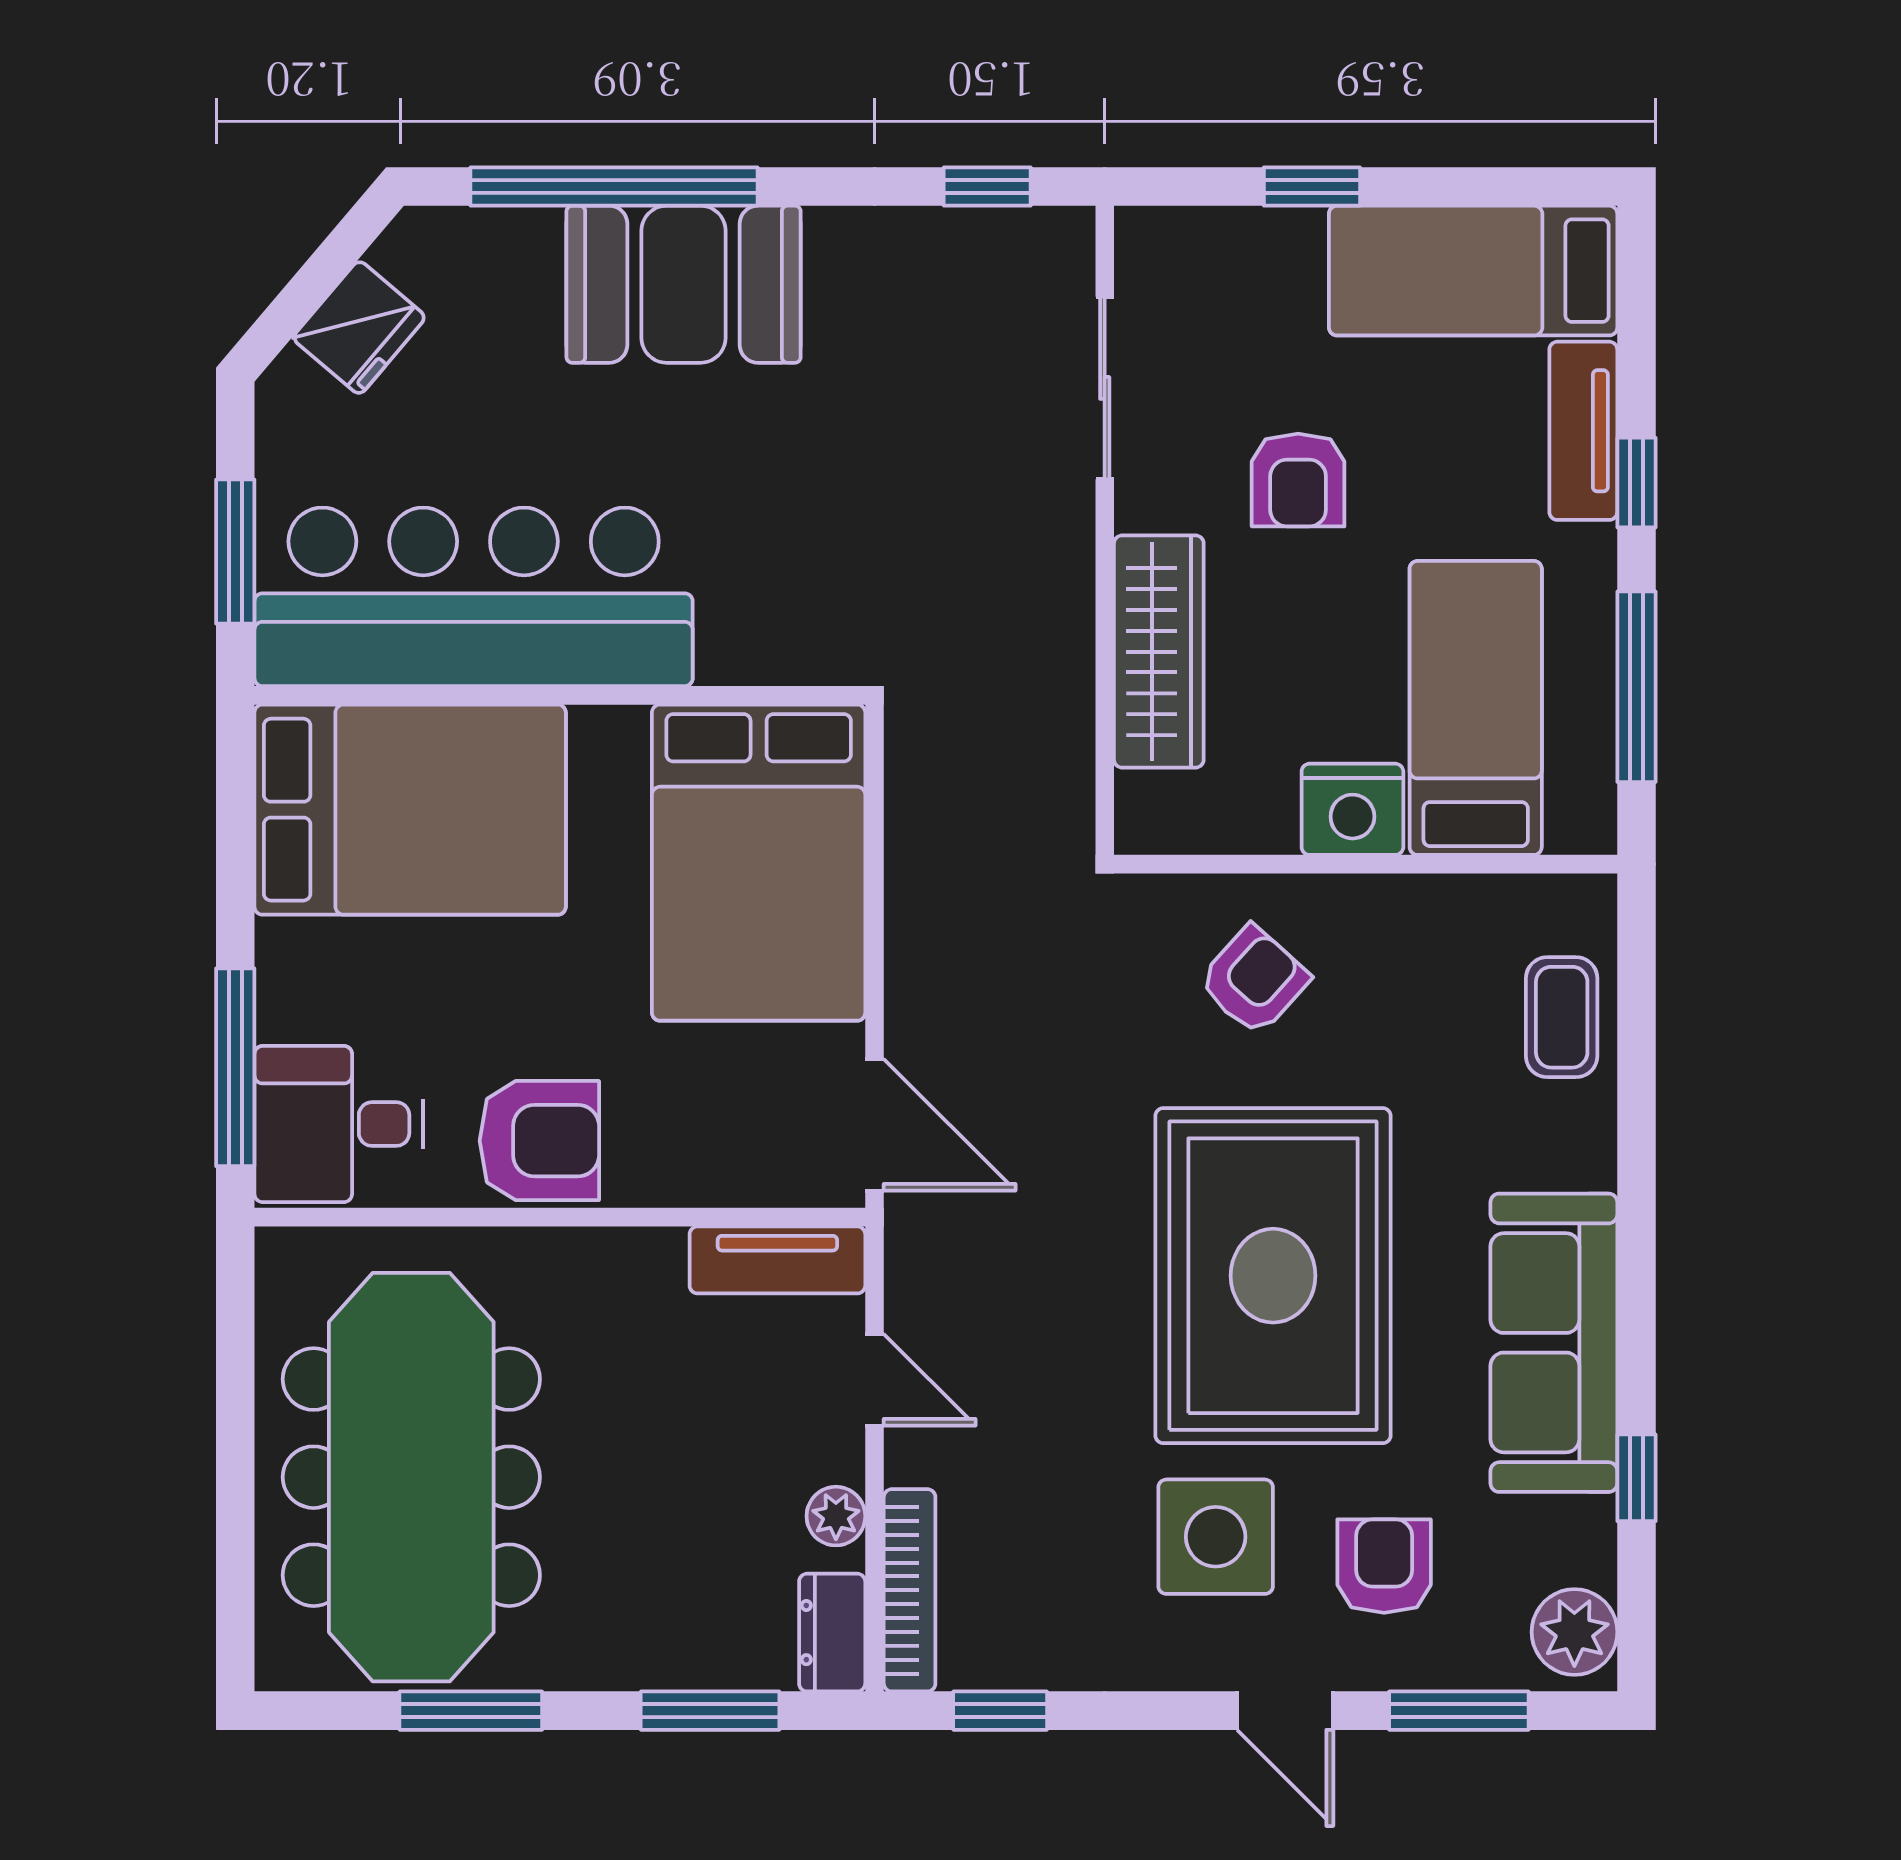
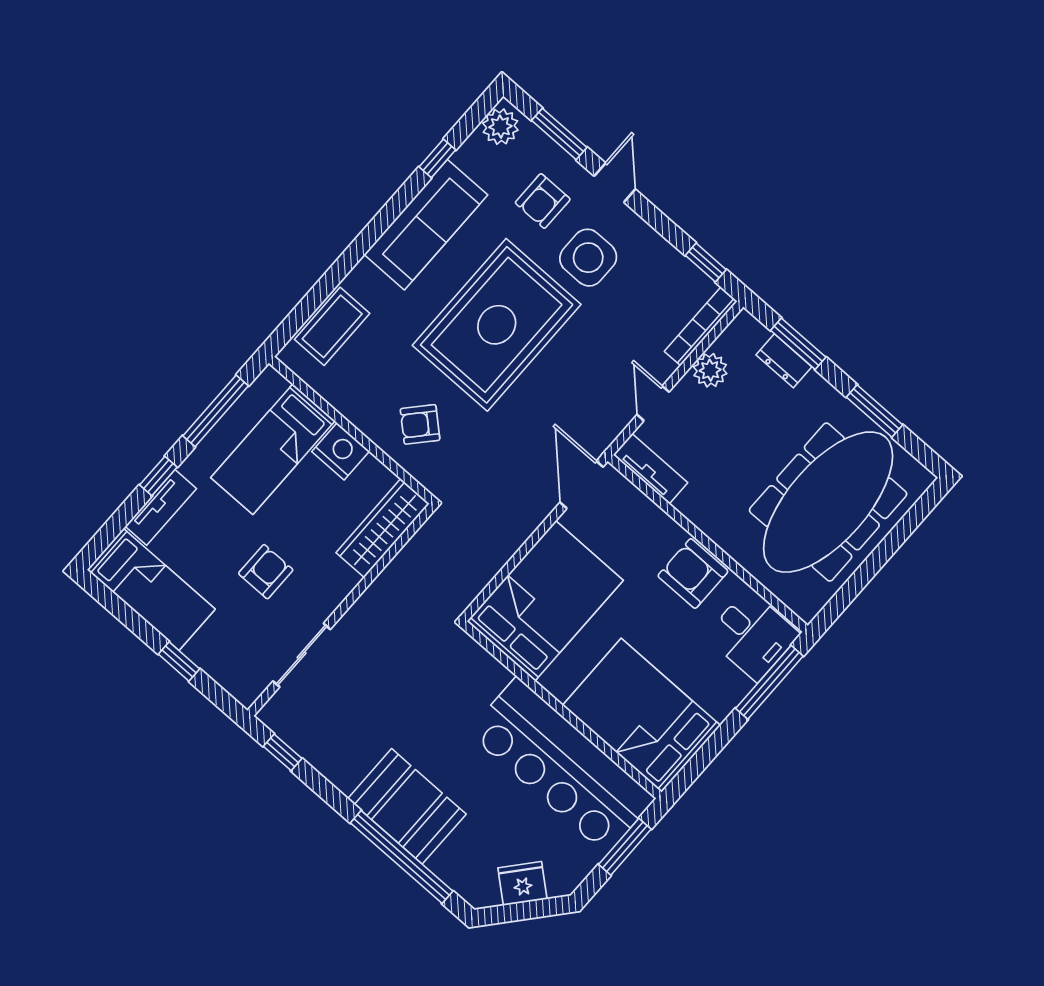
wardrobe: (1159, 652) -> (383, 528), moved
coffee table: (1562, 1017) -> (332, 326), width x1.36, depth x1.30
plant: (836, 1516) -> (710, 370), width x1.38, depth x1.38
dresser: (832, 1633) -> (784, 361), moved, turned 90

